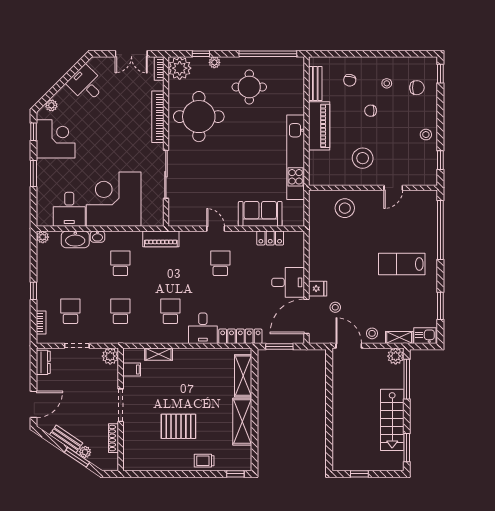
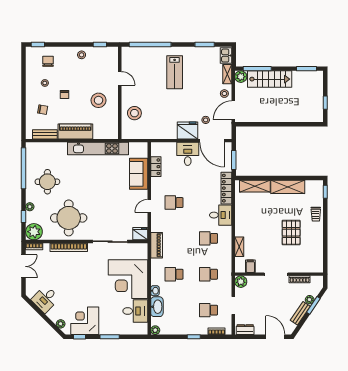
fridge: (177, 216) -> (140, 234), added
fridge: (318, 289) -> (187, 130), width x1.88, depth x1.34
stairs: (392, 420) -> (270, 79), moved

